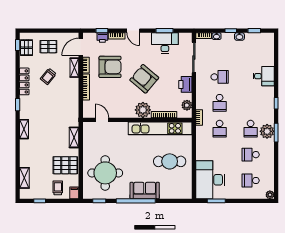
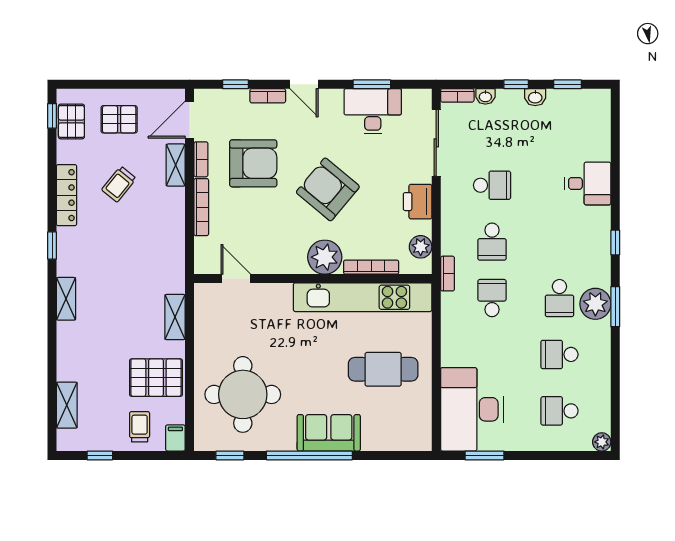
printer: (102, 37) -> (237, 99), removed
school desk: (220, 129) -> (492, 298), turned 180

